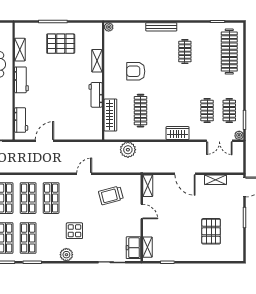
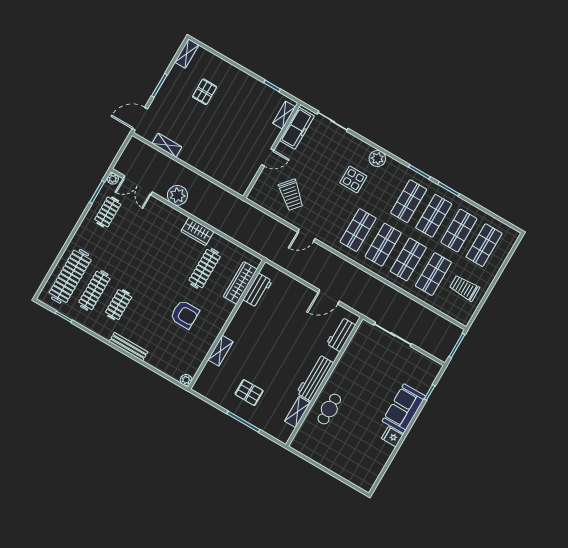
pallet: (61, 44) -> (249, 393), width x0.67, depth x0.71
workbench: (21, 80) -> (315, 378), width x1.38
workbench: (96, 95) -> (258, 290), moved
clothes rail: (207, 111) -> (94, 290), moved, width x1.36
wardrobe: (178, 133) -> (197, 231), moved
double door: (219, 141) -> (138, 185), swing flipped
plant: (128, 150) -> (177, 195), moved
door: (185, 174) -> (196, 171), removed
shelving: (148, 186) -> (187, 54), moved
trolley: (111, 195) -> (291, 195), turned 56
door: (142, 212) -> (268, 158), swing flipped
pallet: (211, 231) -> (205, 92), width x0.67, depth x0.71
freezer: (133, 248) -> (297, 128), width x1.40

